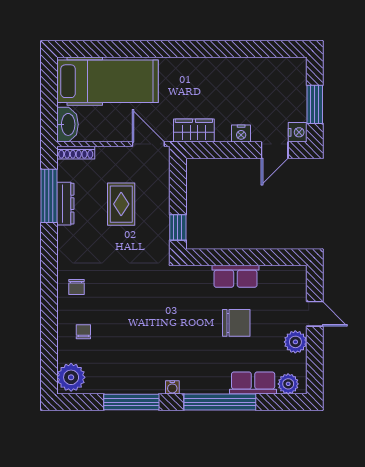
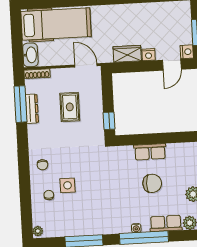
wardrobe: (194, 131) -> (127, 54), moved
side table: (112, 319) -> (67, 185), added
plant: (71, 377) -> (38, 231), width x0.53, depth x0.53
water cooler: (172, 387) -> (136, 228), moved

